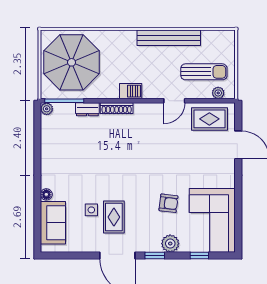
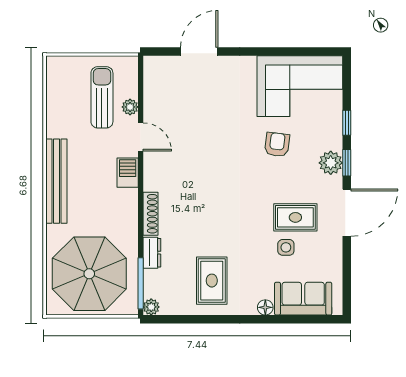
bench: (169, 38) -> (56, 181), moved
barbecue: (131, 91) -> (128, 173), moved
plant: (218, 93) -> (130, 107), moved
rug: (209, 119) -> (212, 281), moved
plant: (170, 244) -> (331, 163), moved
window: (199, 255) -> (347, 123), moved

